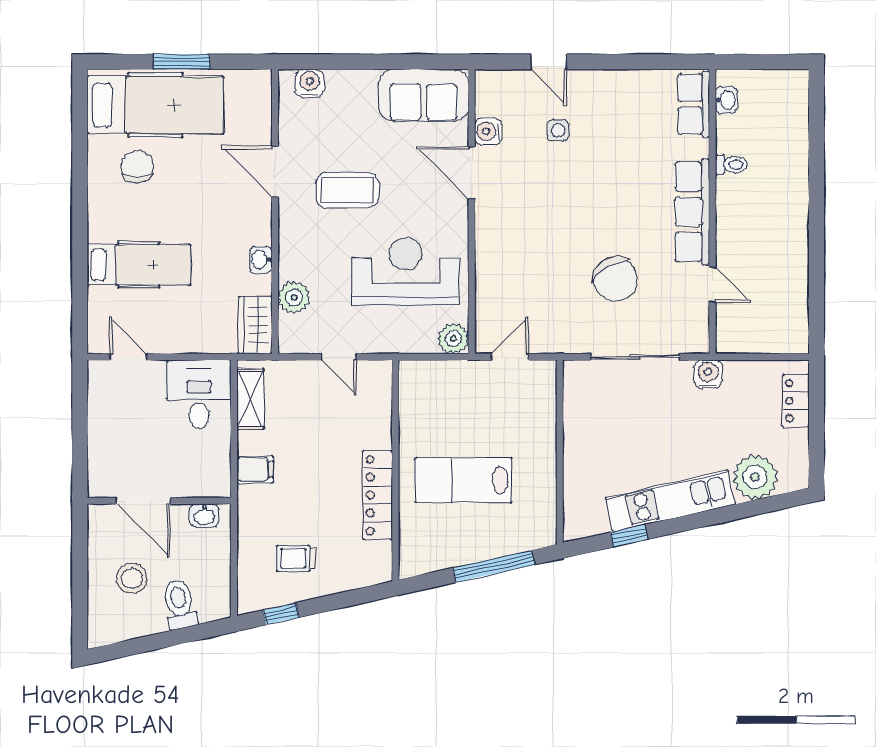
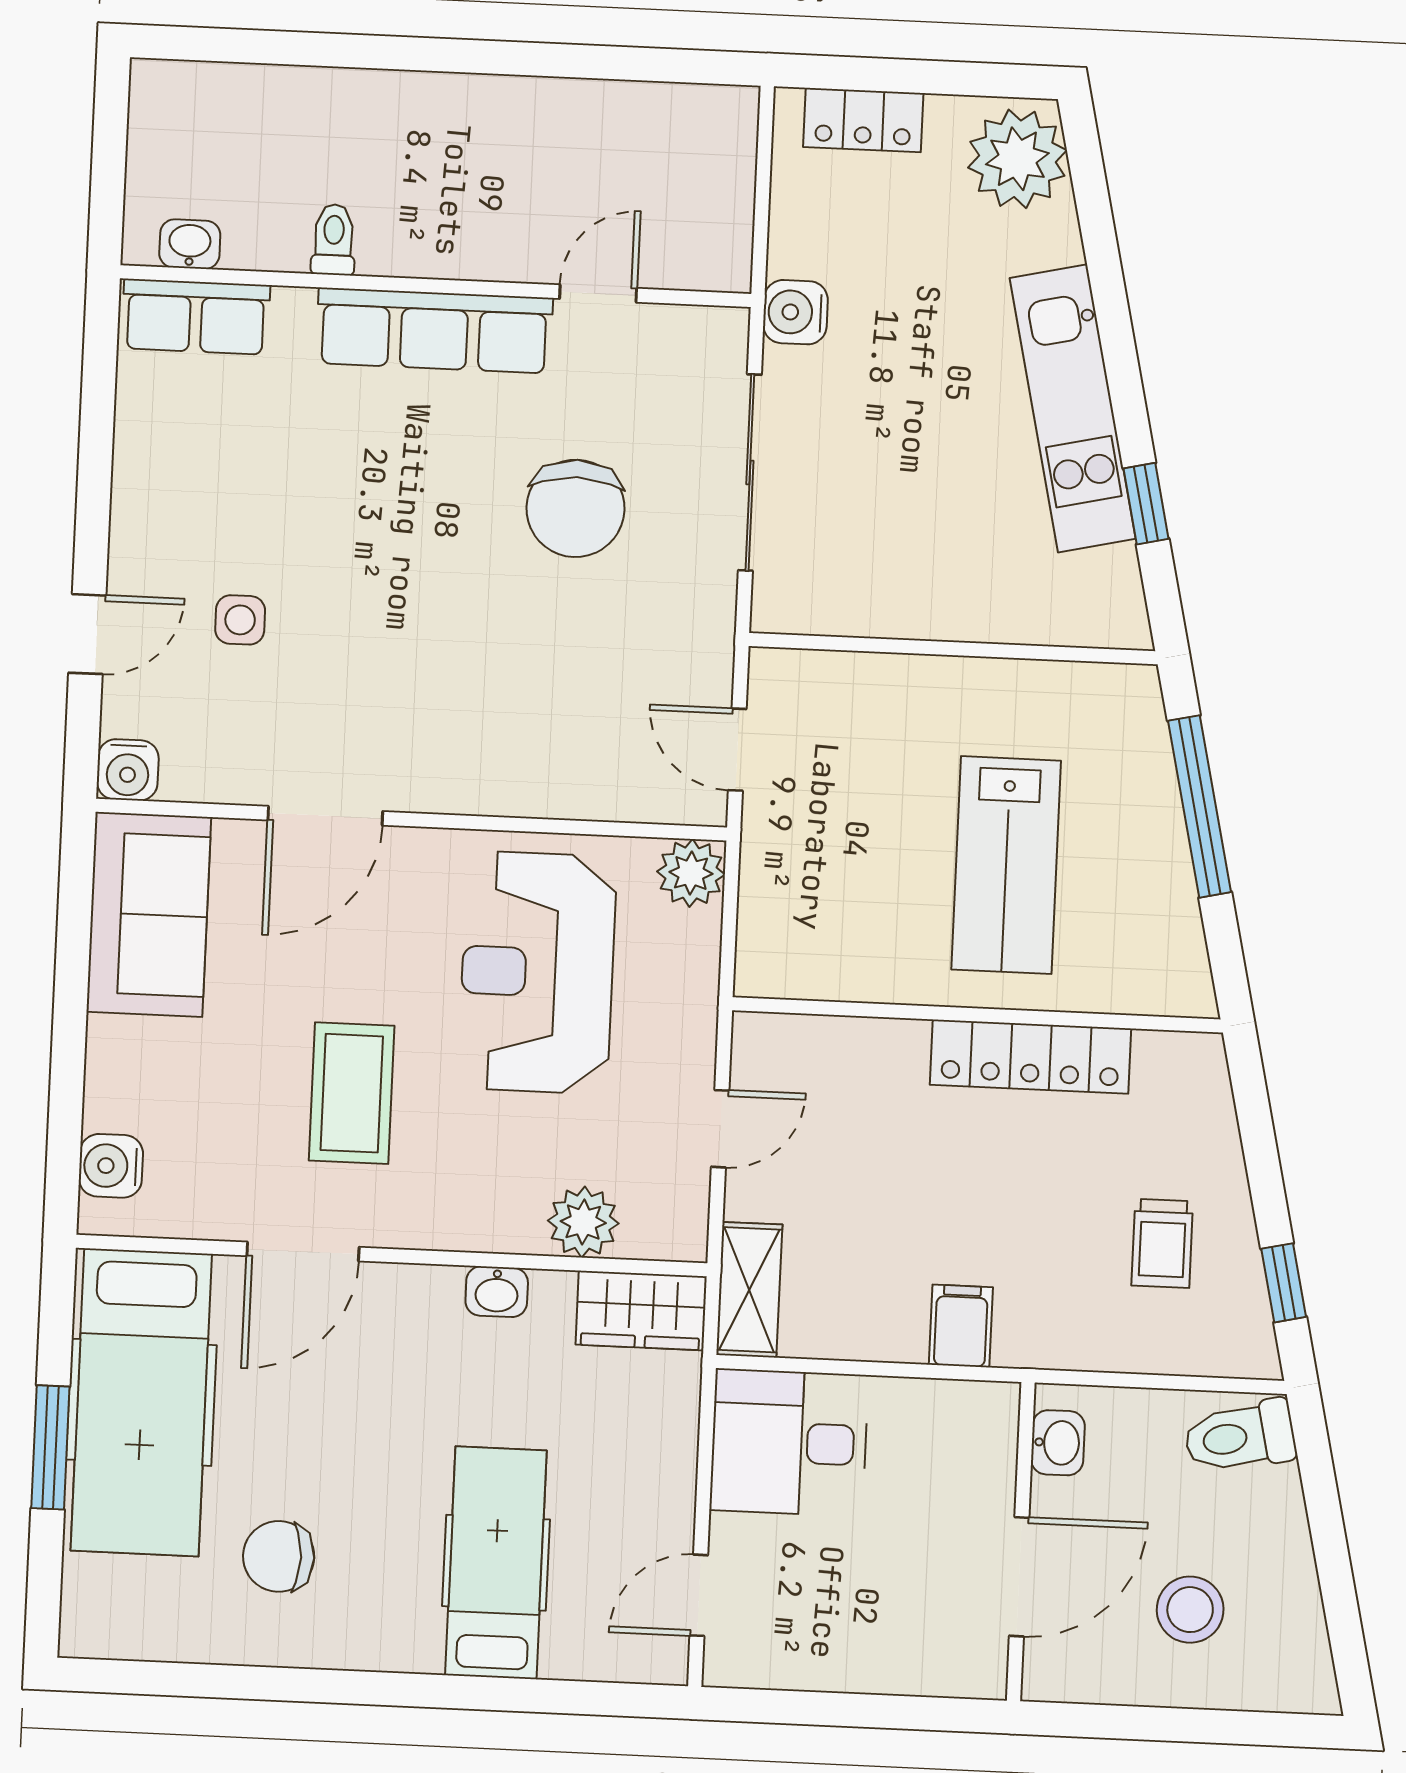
hospital bed: (155, 105) -> (141, 1402), moved, turned 180
water cooler: (488, 131) -> (128, 770), moved
chair: (615, 279) -> (575, 508), turned 120
shelving: (250, 399) -> (749, 1290), moved, turned 90
plant: (755, 477) -> (1017, 159), moved
toilet: (180, 604) -> (1240, 1437), moved

